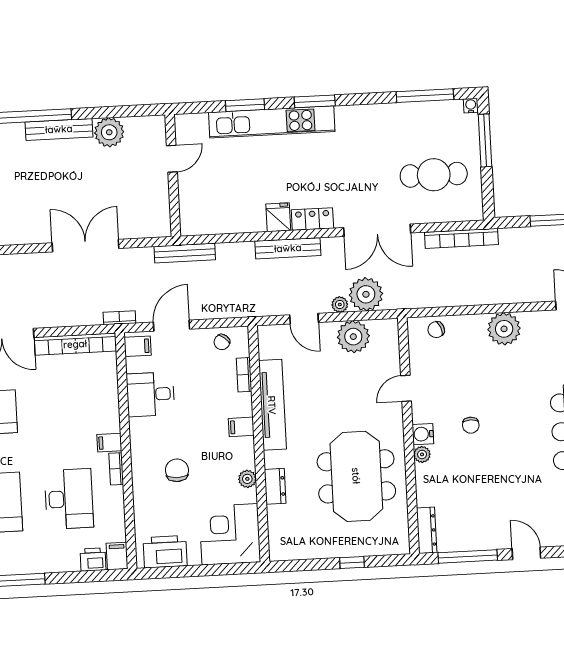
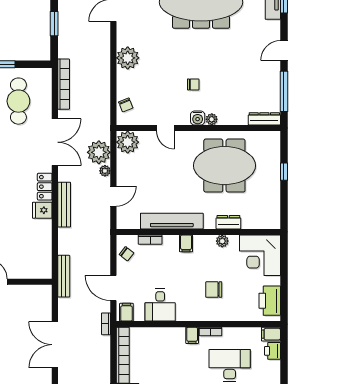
plant: (353, 337) -> (128, 142), moved

